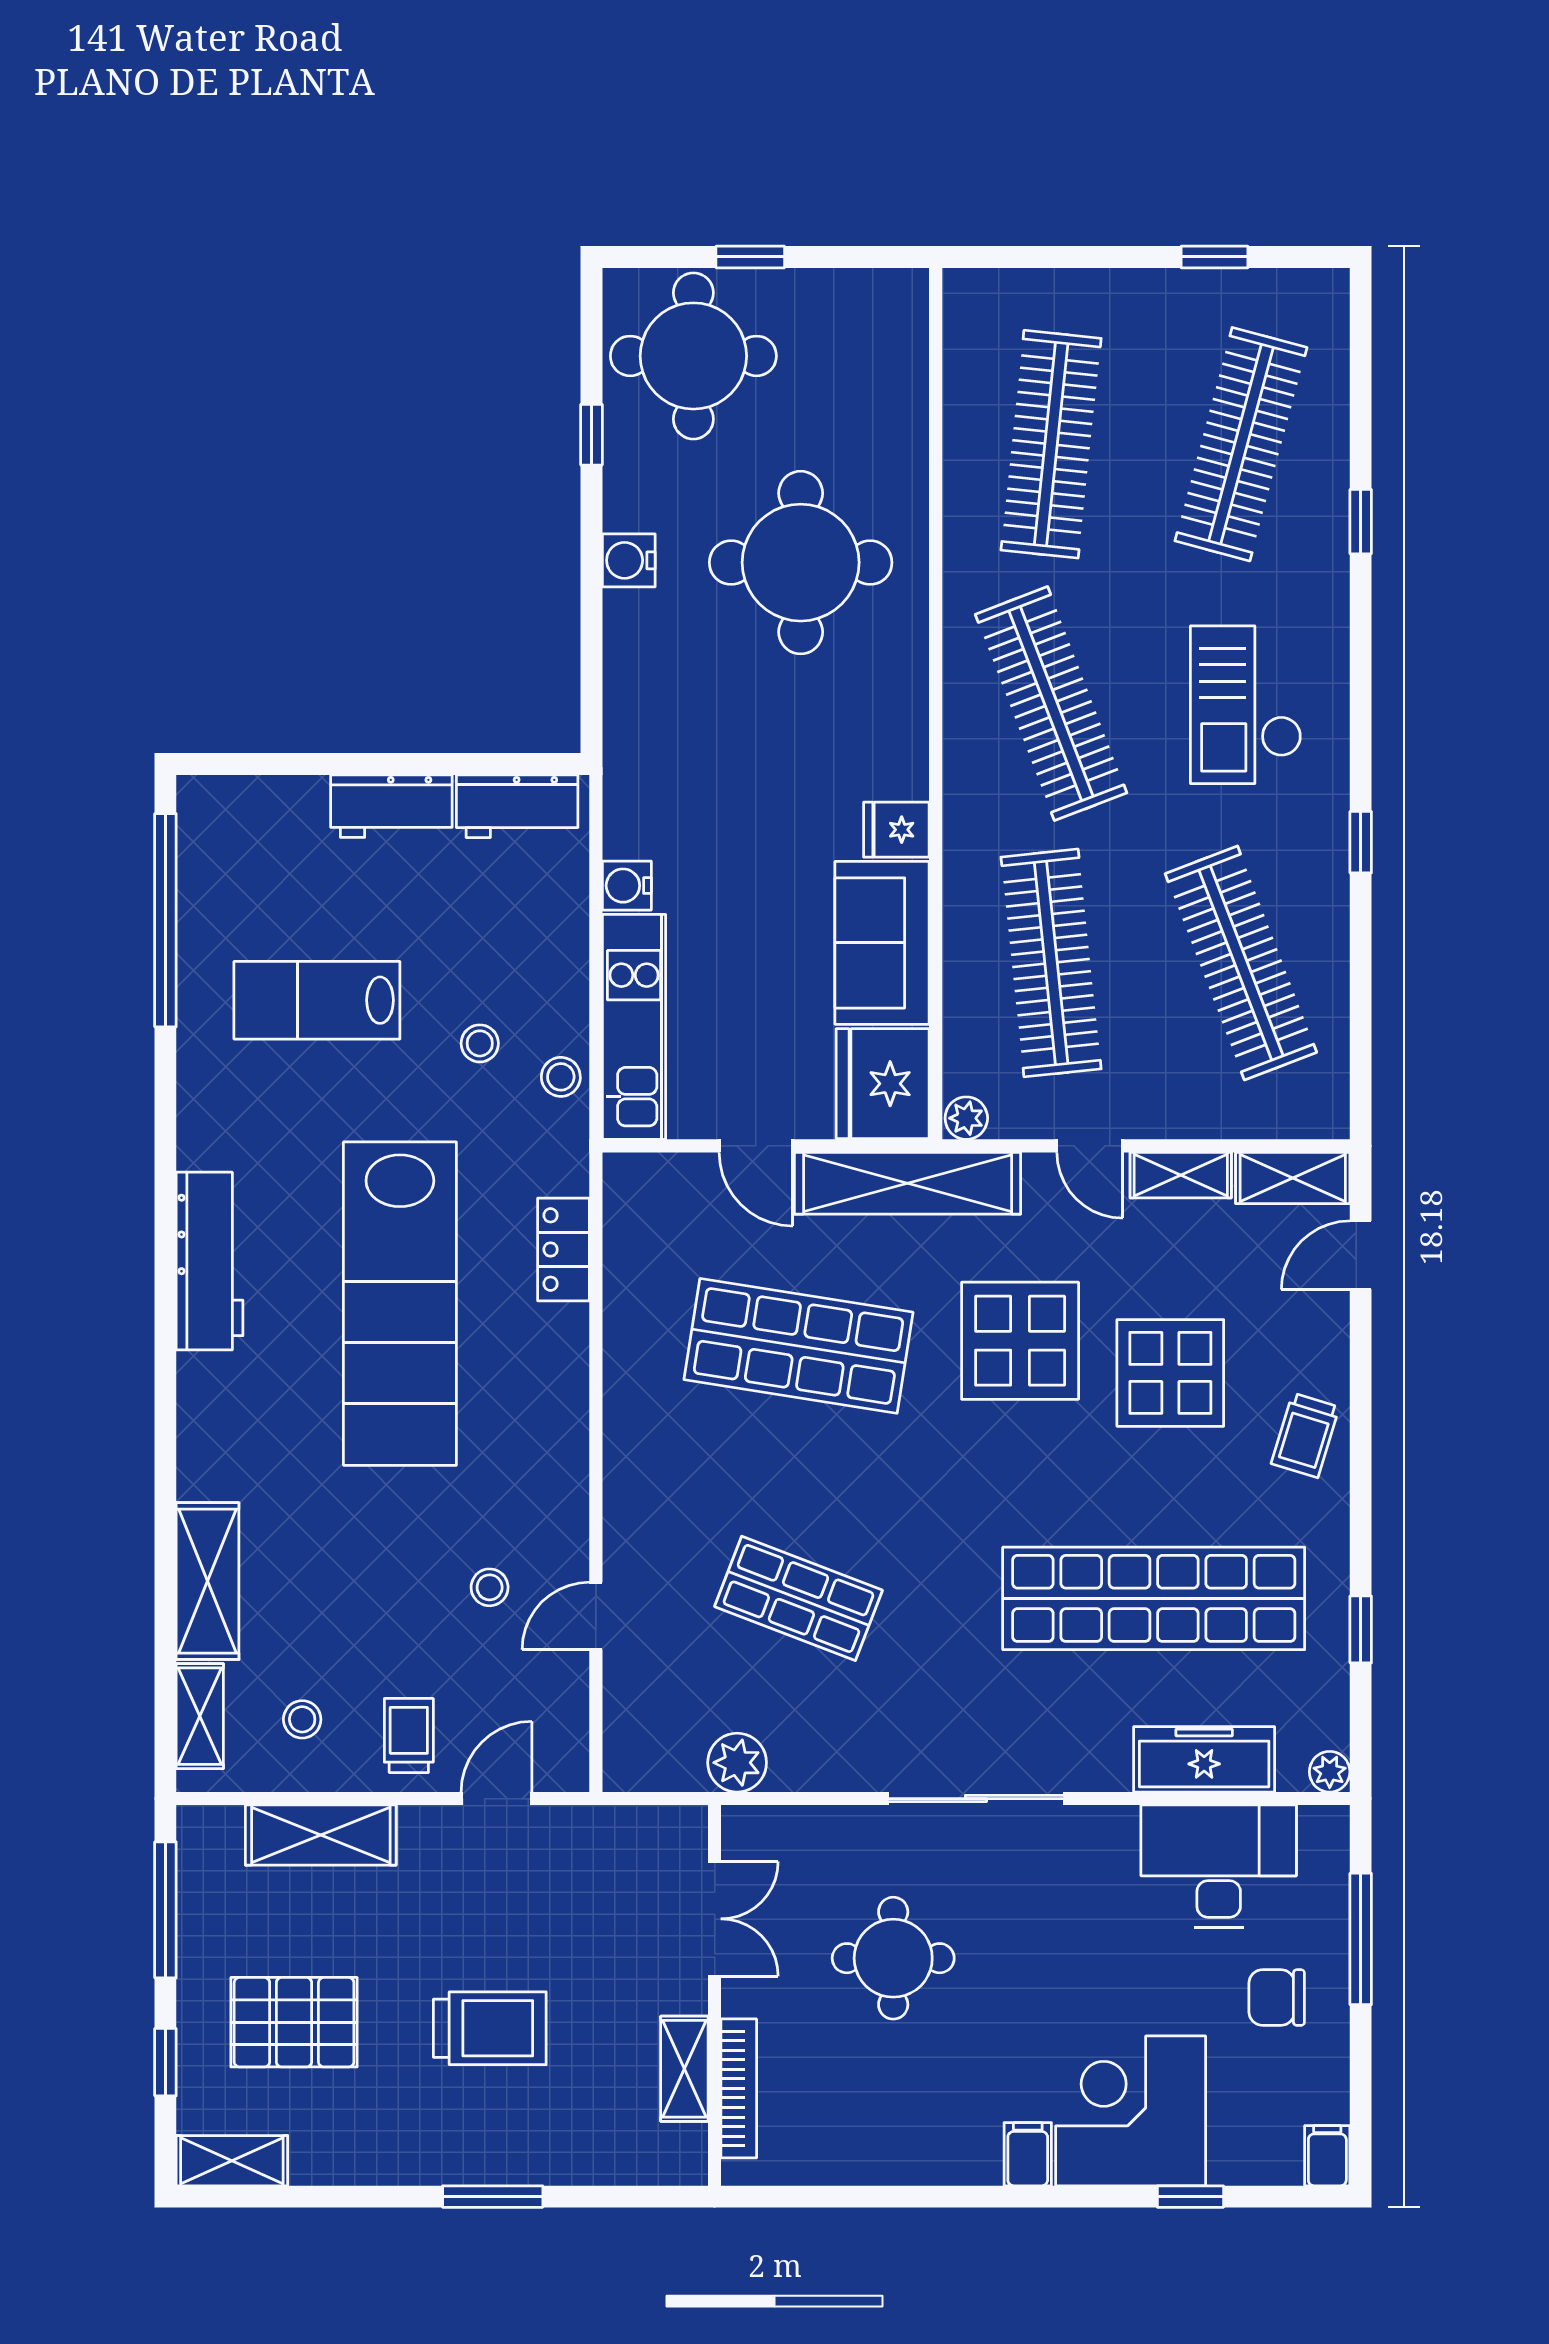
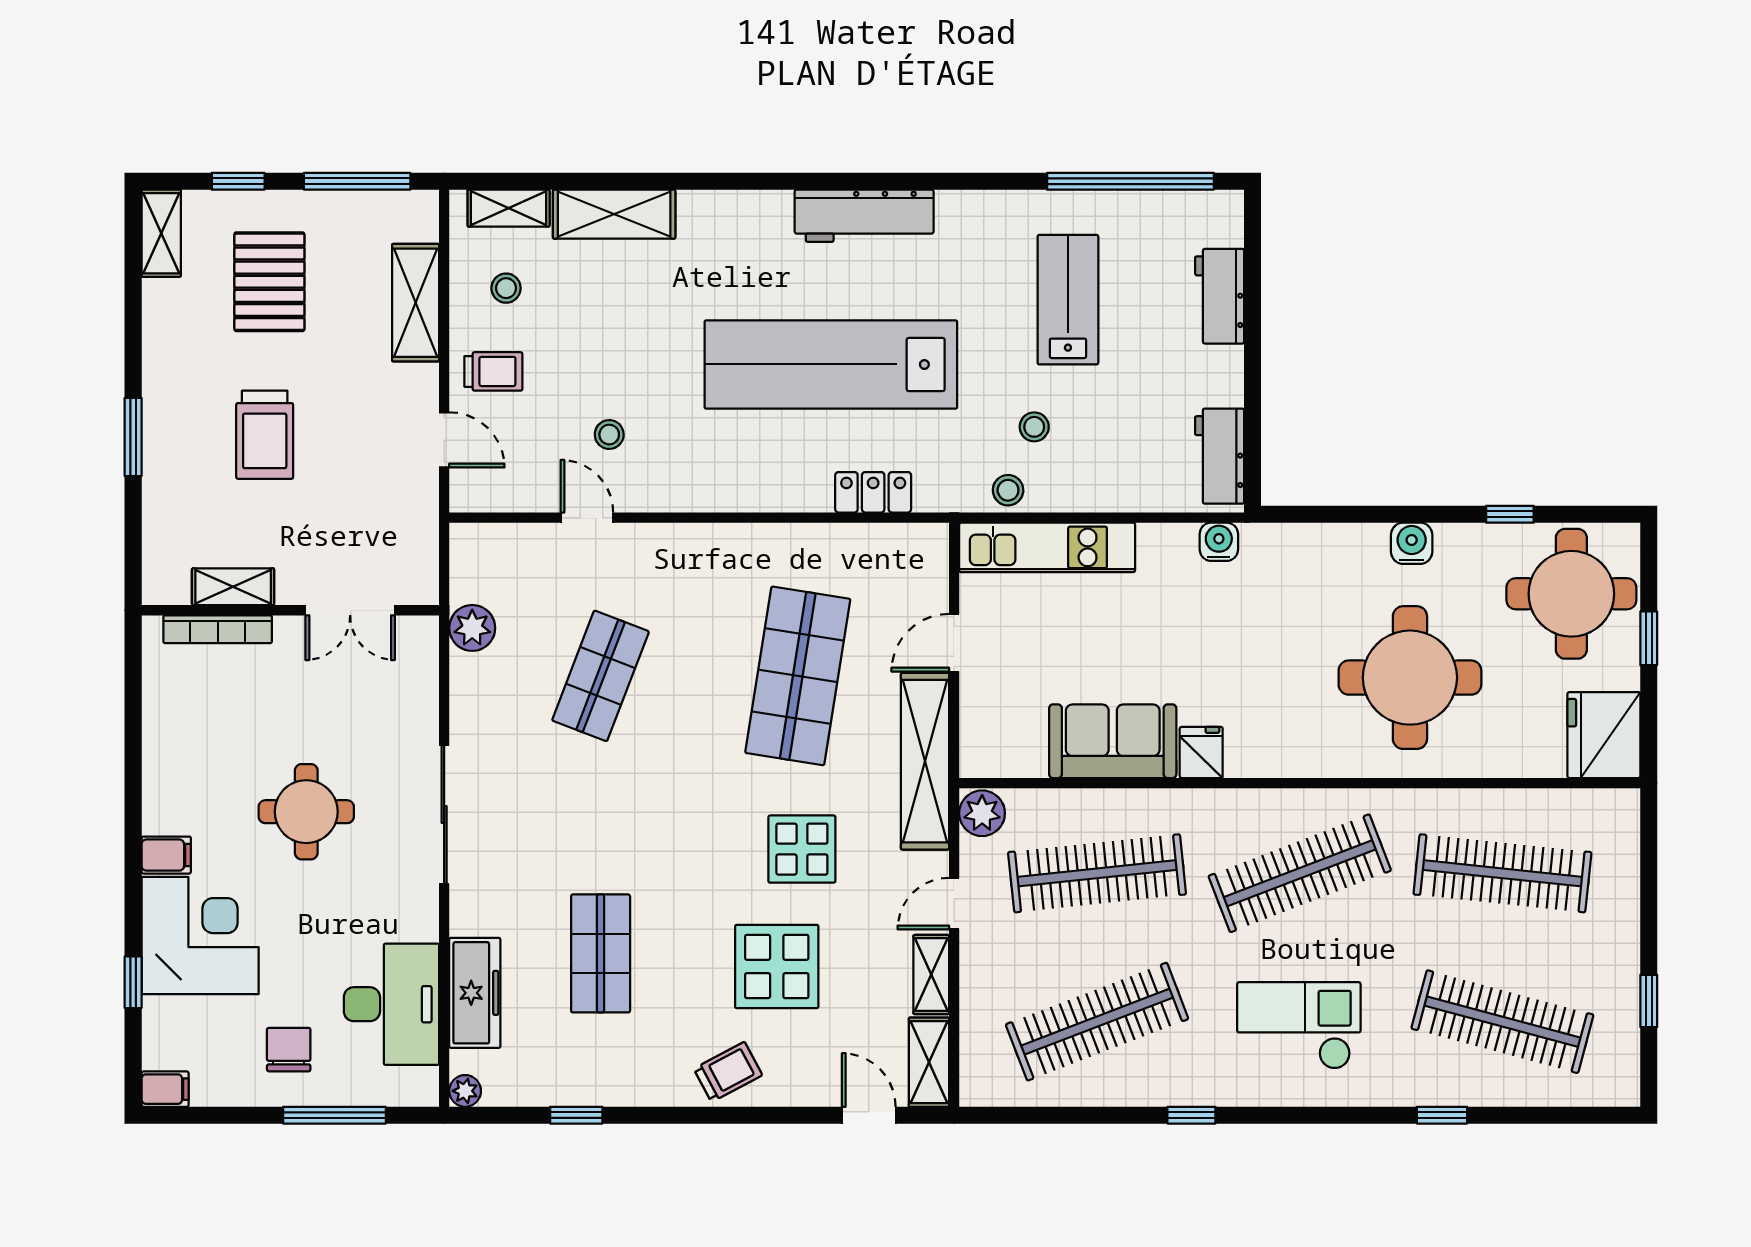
workbench: (391, 806) -> (1220, 296), moved
water cooler: (627, 886) -> (1219, 542), moved
fridge: (883, 1084) -> (1604, 735), moved, turned -90
plant: (966, 1118) -> (982, 813), width x1.38, depth x1.38
display table: (1020, 1341) -> (802, 849), width x0.73, depth x0.73
trolley: (1305, 1435) -> (728, 1072), turned 135
shop shelf: (1154, 1598) -> (601, 953), width x0.50, depth x0.74
round table: (893, 1958) -> (306, 812), moved

